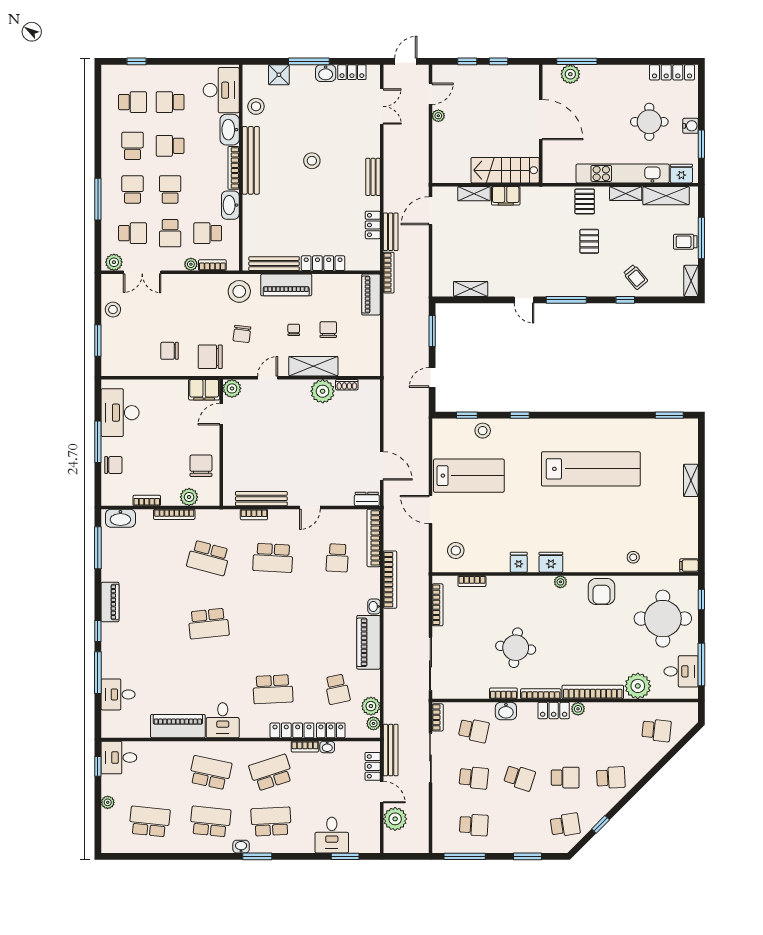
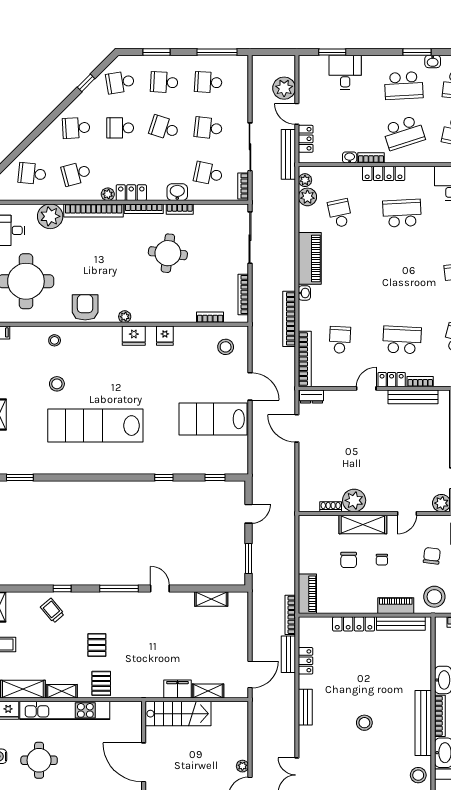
piano: (286, 285) -> (396, 606), width x0.73, depth x0.75
stool: (483, 431) -> (57, 384), moved
locker: (331, 730) -> (392, 380), moved, turned 180
school desk: (611, 730) -> (76, 174), added
school desk: (519, 825) -> (164, 82), added

